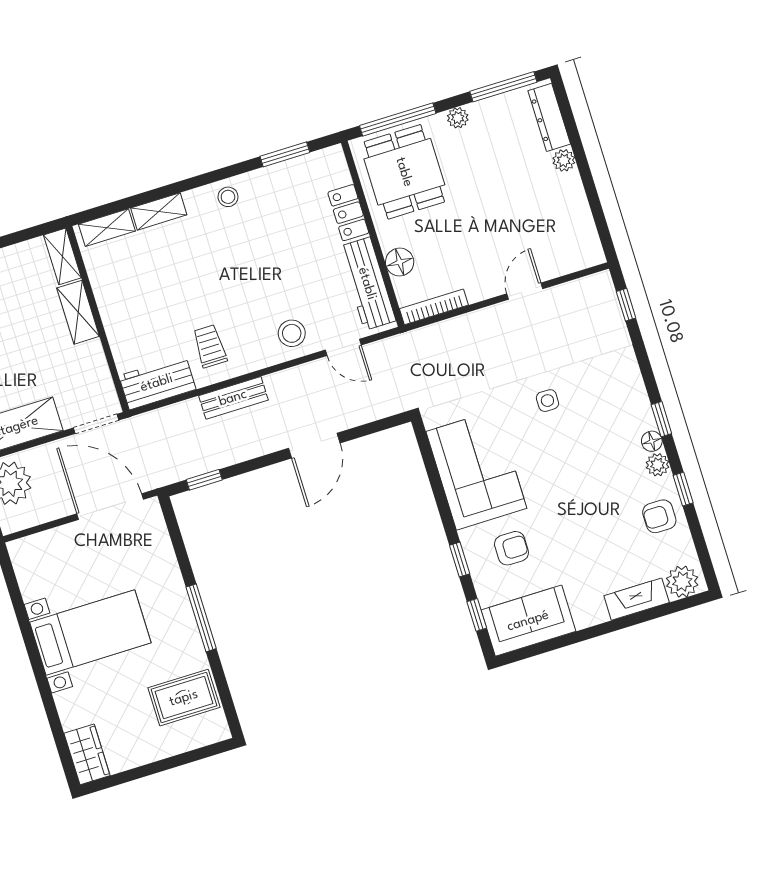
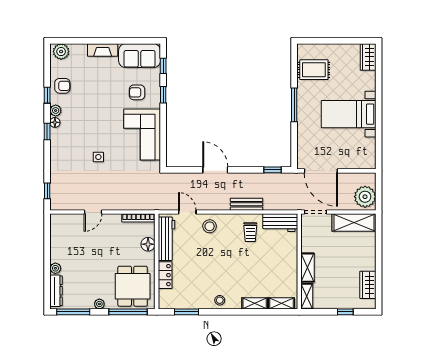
door: (314, 446) -> (215, 170), hinge flipped
fireplace: (637, 599) -> (103, 50), moved

